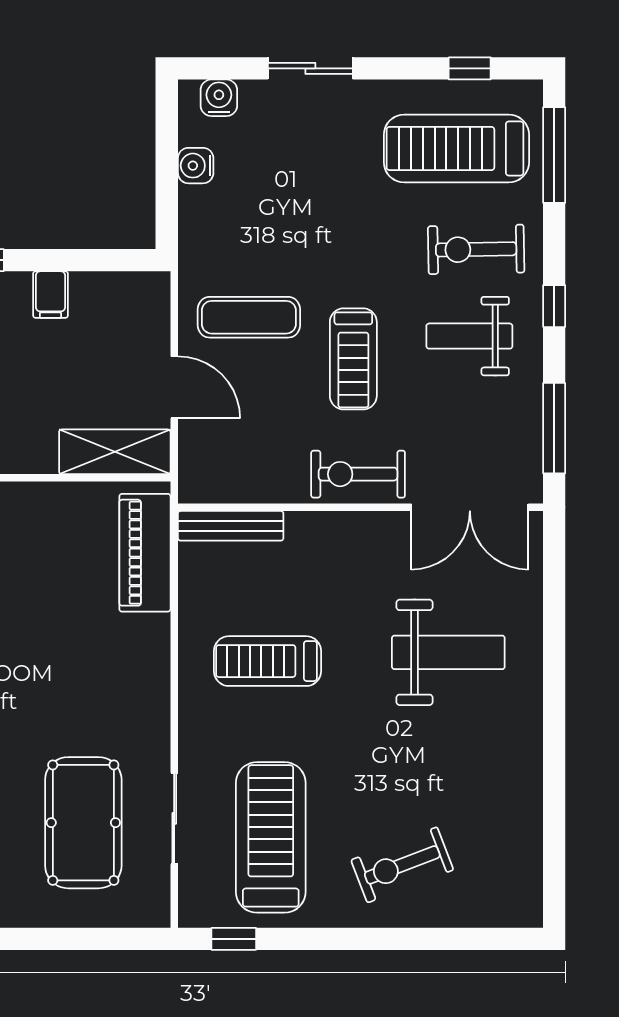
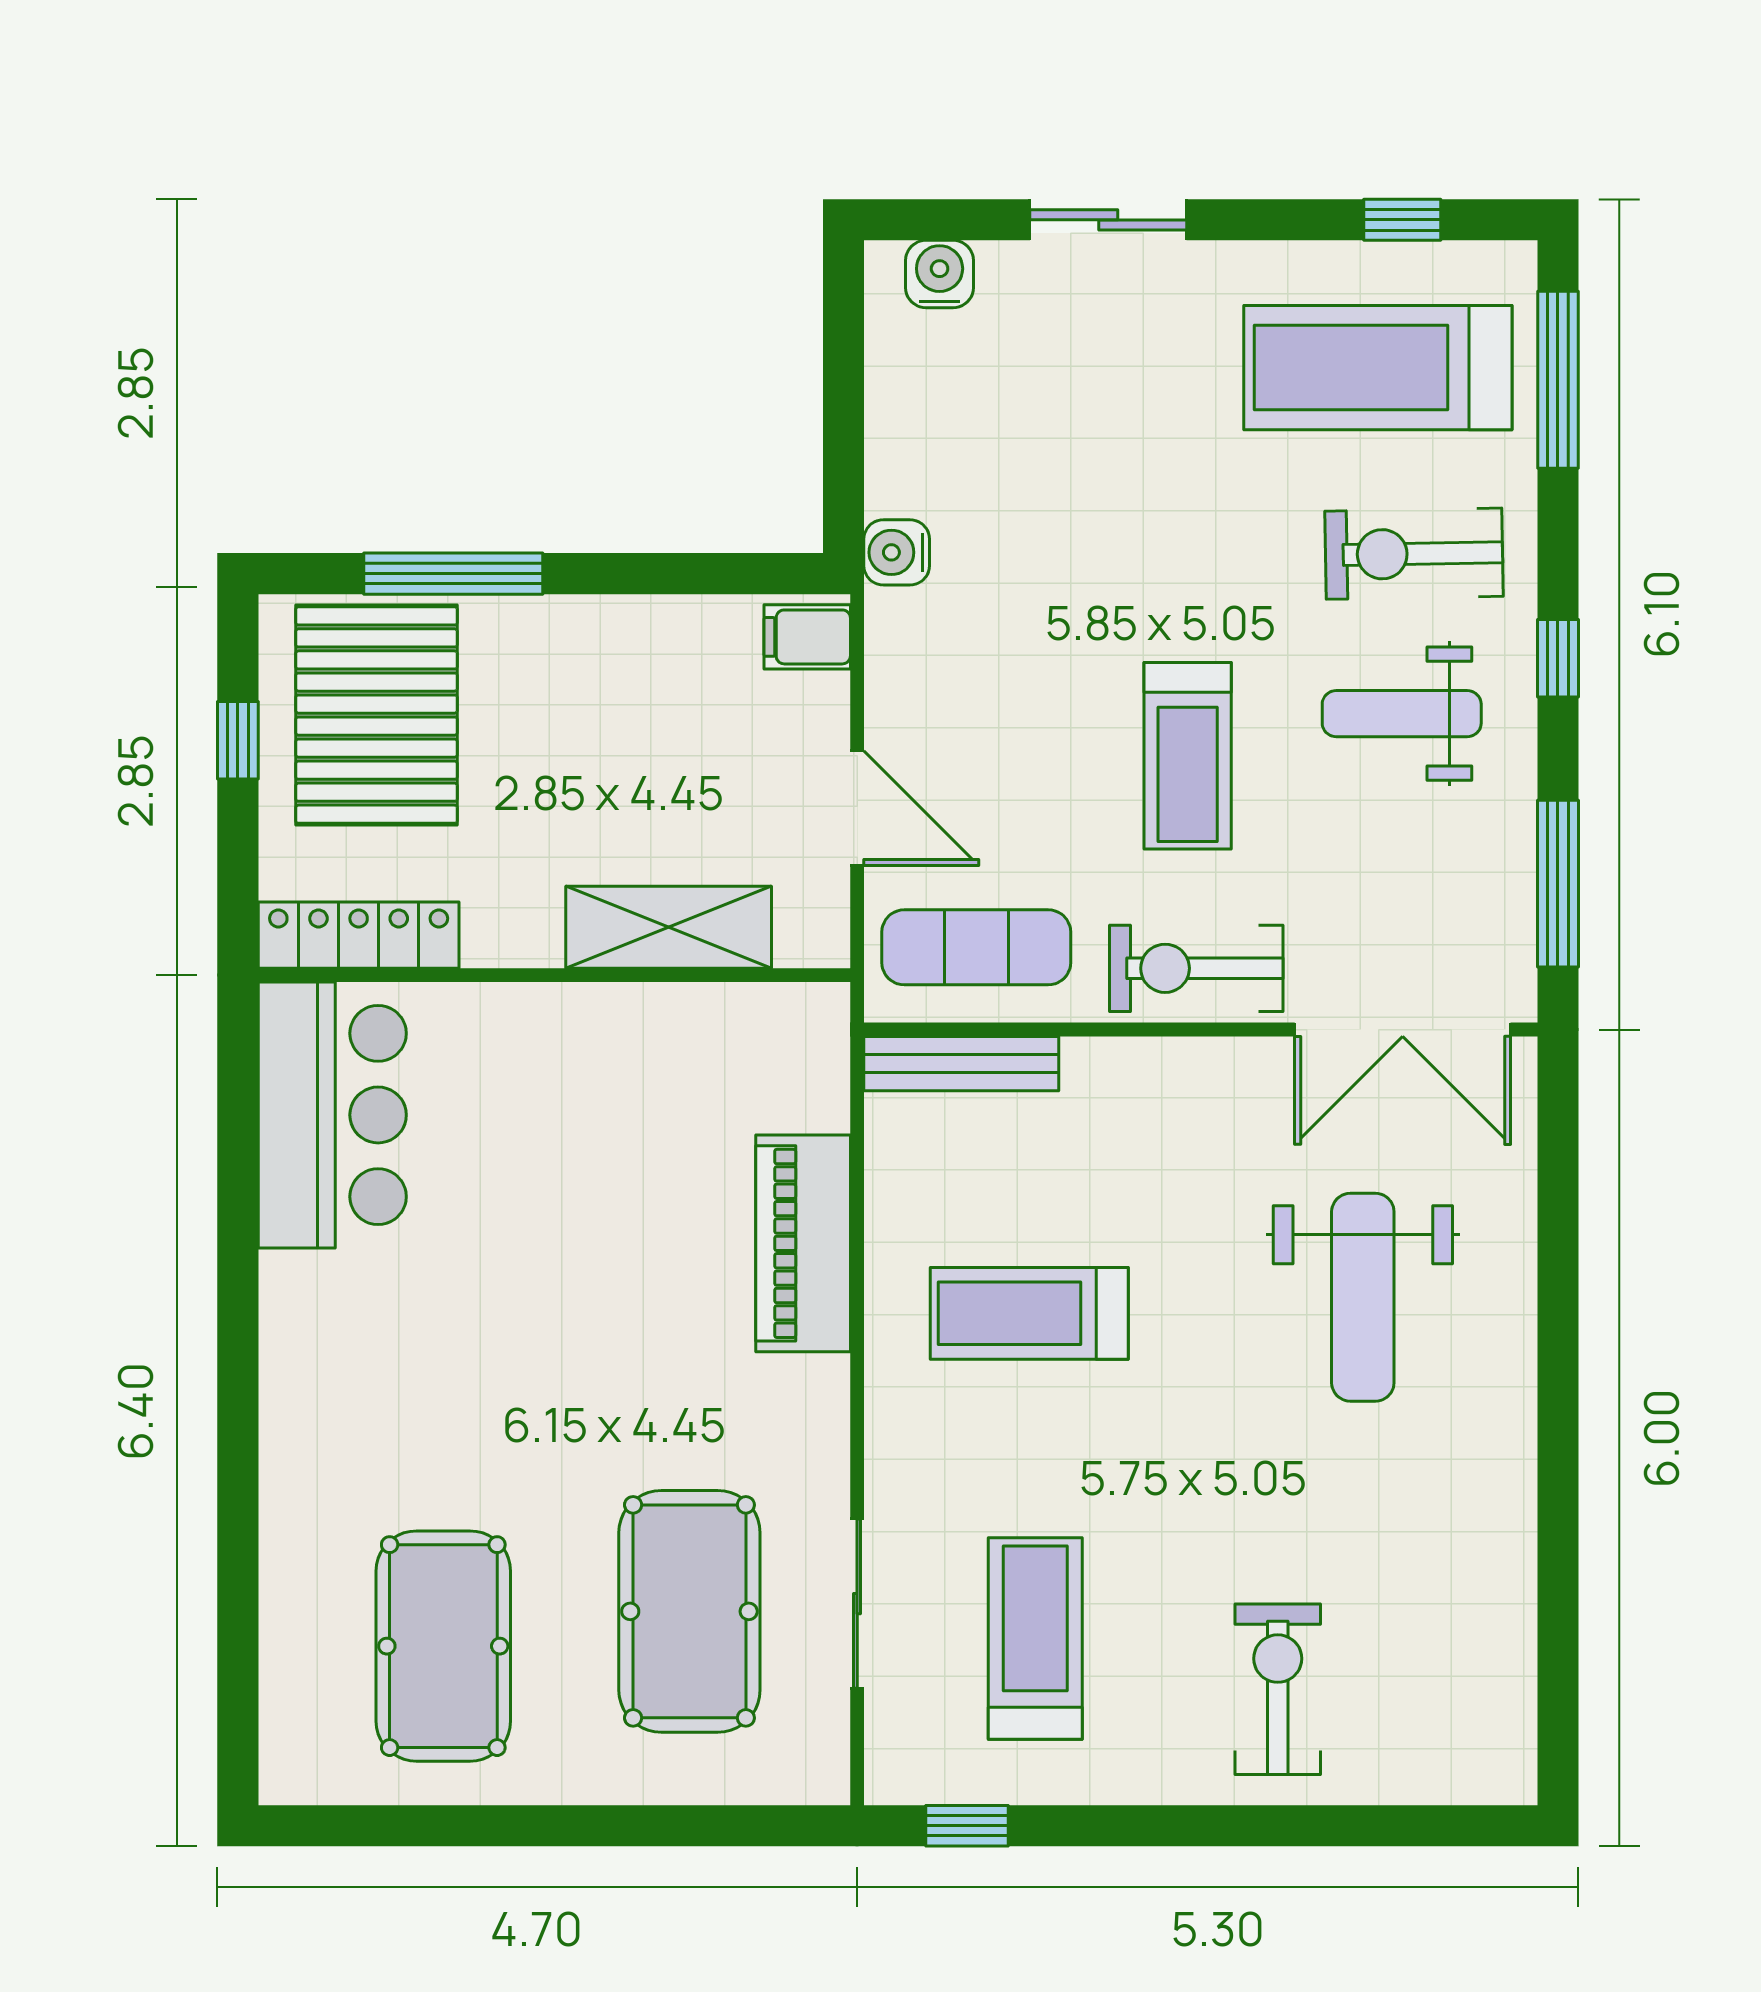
water cooler: (196, 166) -> (897, 552), moved
filing cabinet: (51, 295) -> (807, 637), moved, turned 90
exercise mat: (249, 317) -> (976, 947), moved
shelving: (115, 452) -> (669, 927), moved
piano: (145, 553) -> (803, 1243), moved
weight bench: (448, 652) -> (1363, 1297), turned 90
treadmill: (271, 837) -> (1035, 1639), width x0.73, depth x0.73
exercise bike: (402, 865) -> (1278, 1689), turned 111

